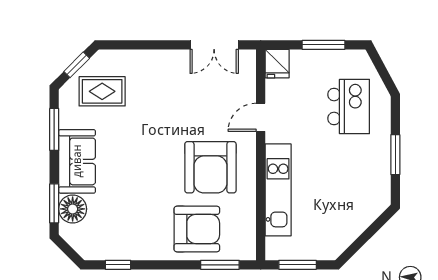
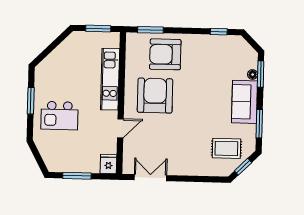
kitchen island: (349, 107) -> (60, 116), moved, turned -90
floor lamp: (73, 209) -> (253, 74), width x0.53, depth x0.53

